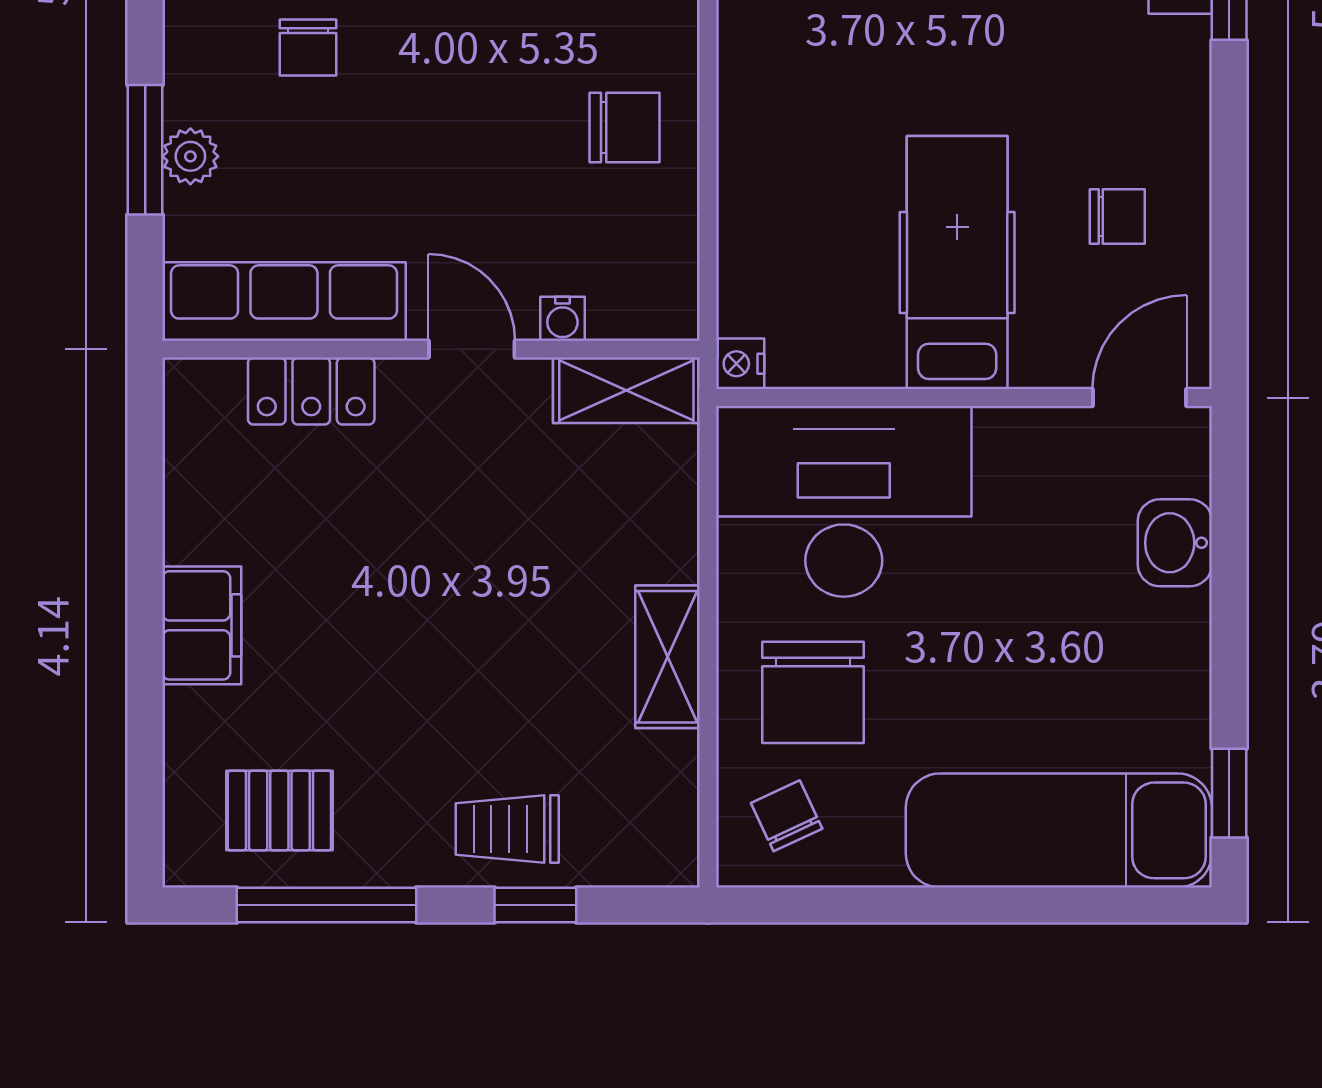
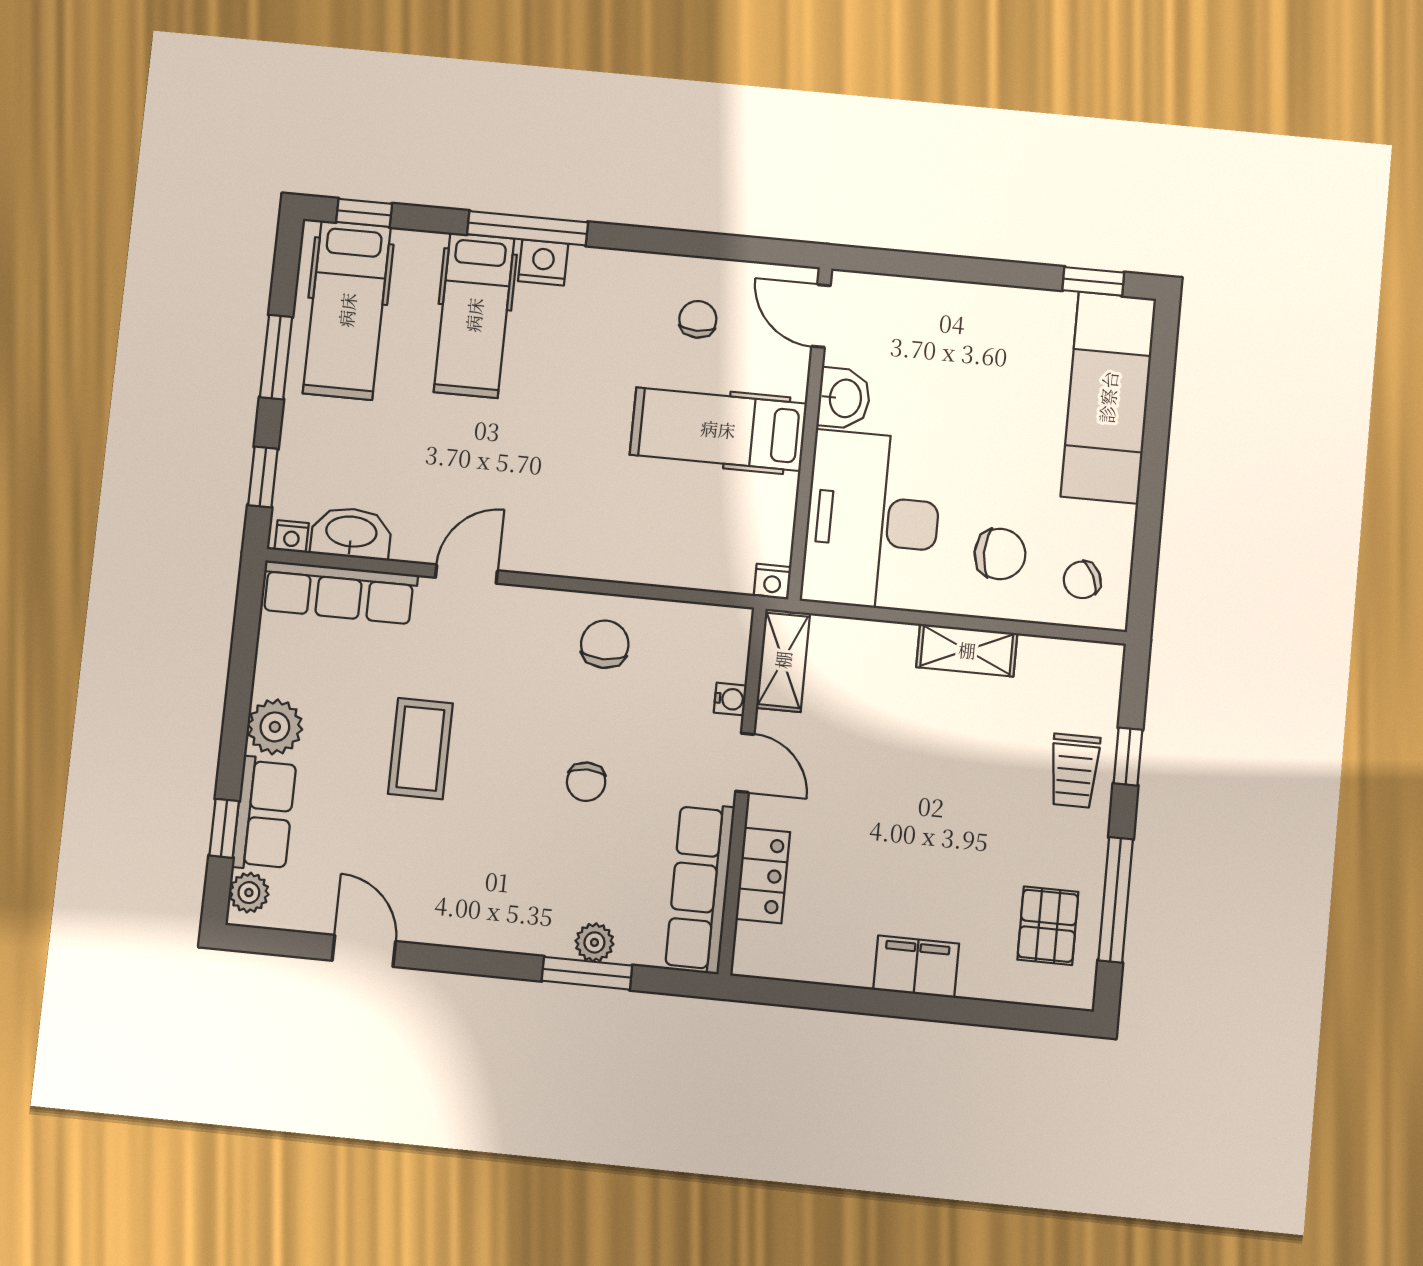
chair: (308, 47) -> (586, 782), moved, turned 90
door: (472, 349) -> (745, 763), swing flipped
washbasin: (1175, 543) -> (844, 398), moved, turned -90
chair: (813, 692) -> (1000, 554), width x0.73, depth x0.73

